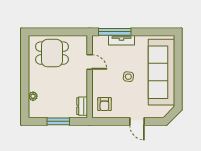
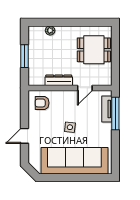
tv unit: (122, 40) -> (107, 109), moved
dining table: (52, 53) -> (94, 50), turned 90
dresser: (82, 106) -> (59, 80), moved, width x1.44

